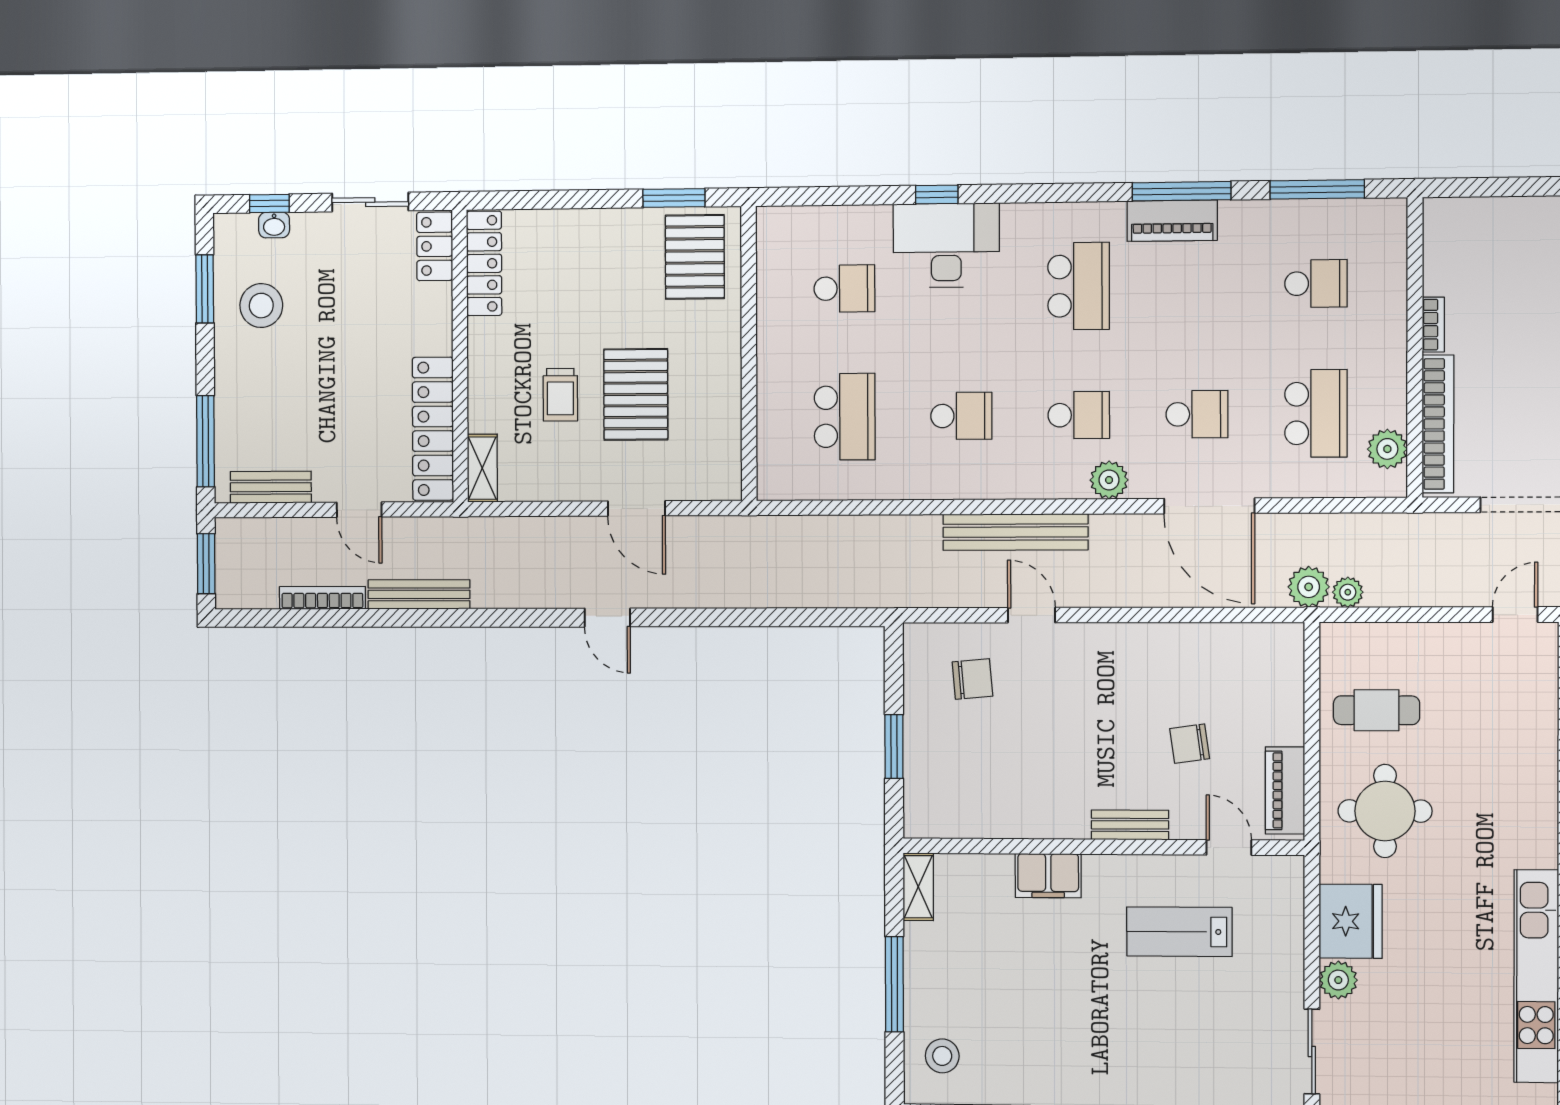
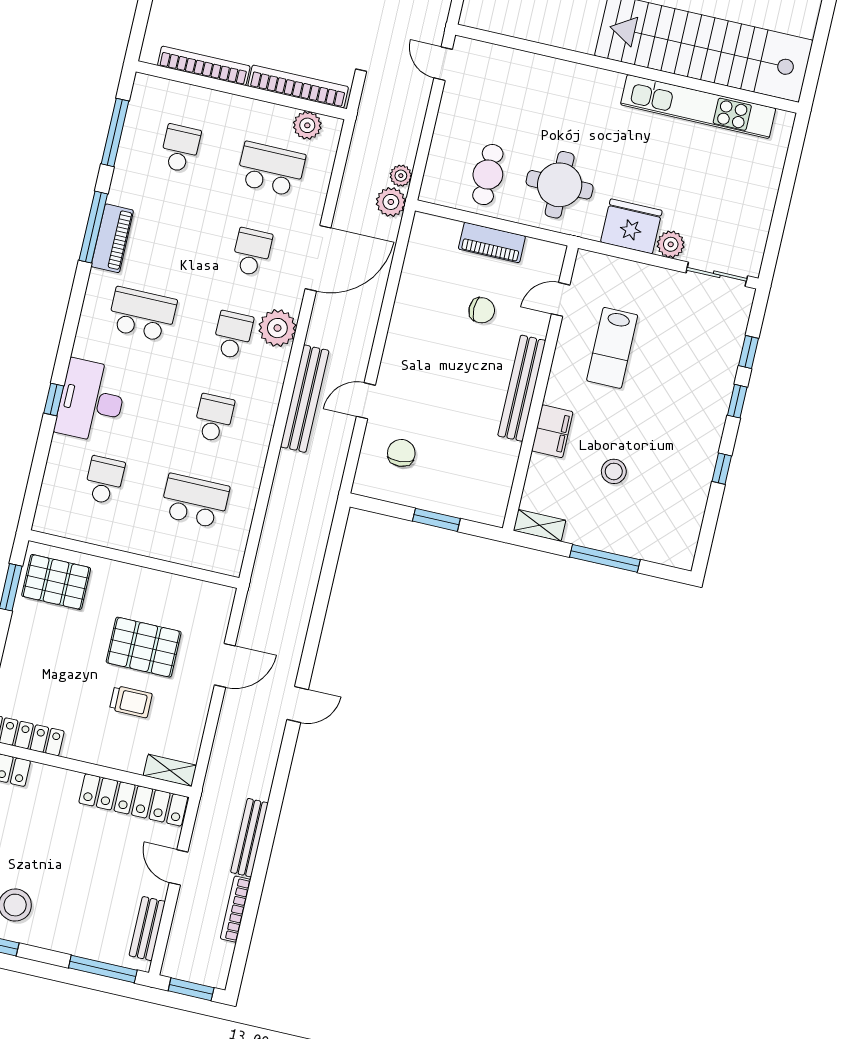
bookcase: (1433, 325) -> (204, 66), width x2.31, depth x1.31
plant: (1109, 480) -> (277, 328), width x1.36, depth x1.36
door: (359, 510) -> (179, 867), swing flipped
chair: (1190, 744) -> (482, 310), turned -82
piano: (1285, 790) -> (492, 243), moved
bench: (1130, 825) -> (522, 388), width x1.86, depth x1.21
stool: (942, 1056) -> (614, 471), moved

